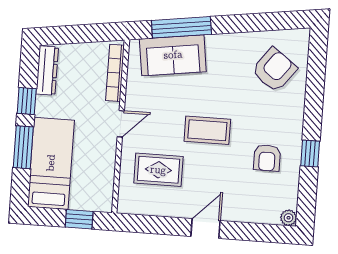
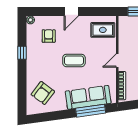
sofa: (173, 55) -> (88, 97), width x1.36
armchair: (267, 158) -> (49, 36), moved
rug: (158, 170) -> (103, 30), moved

